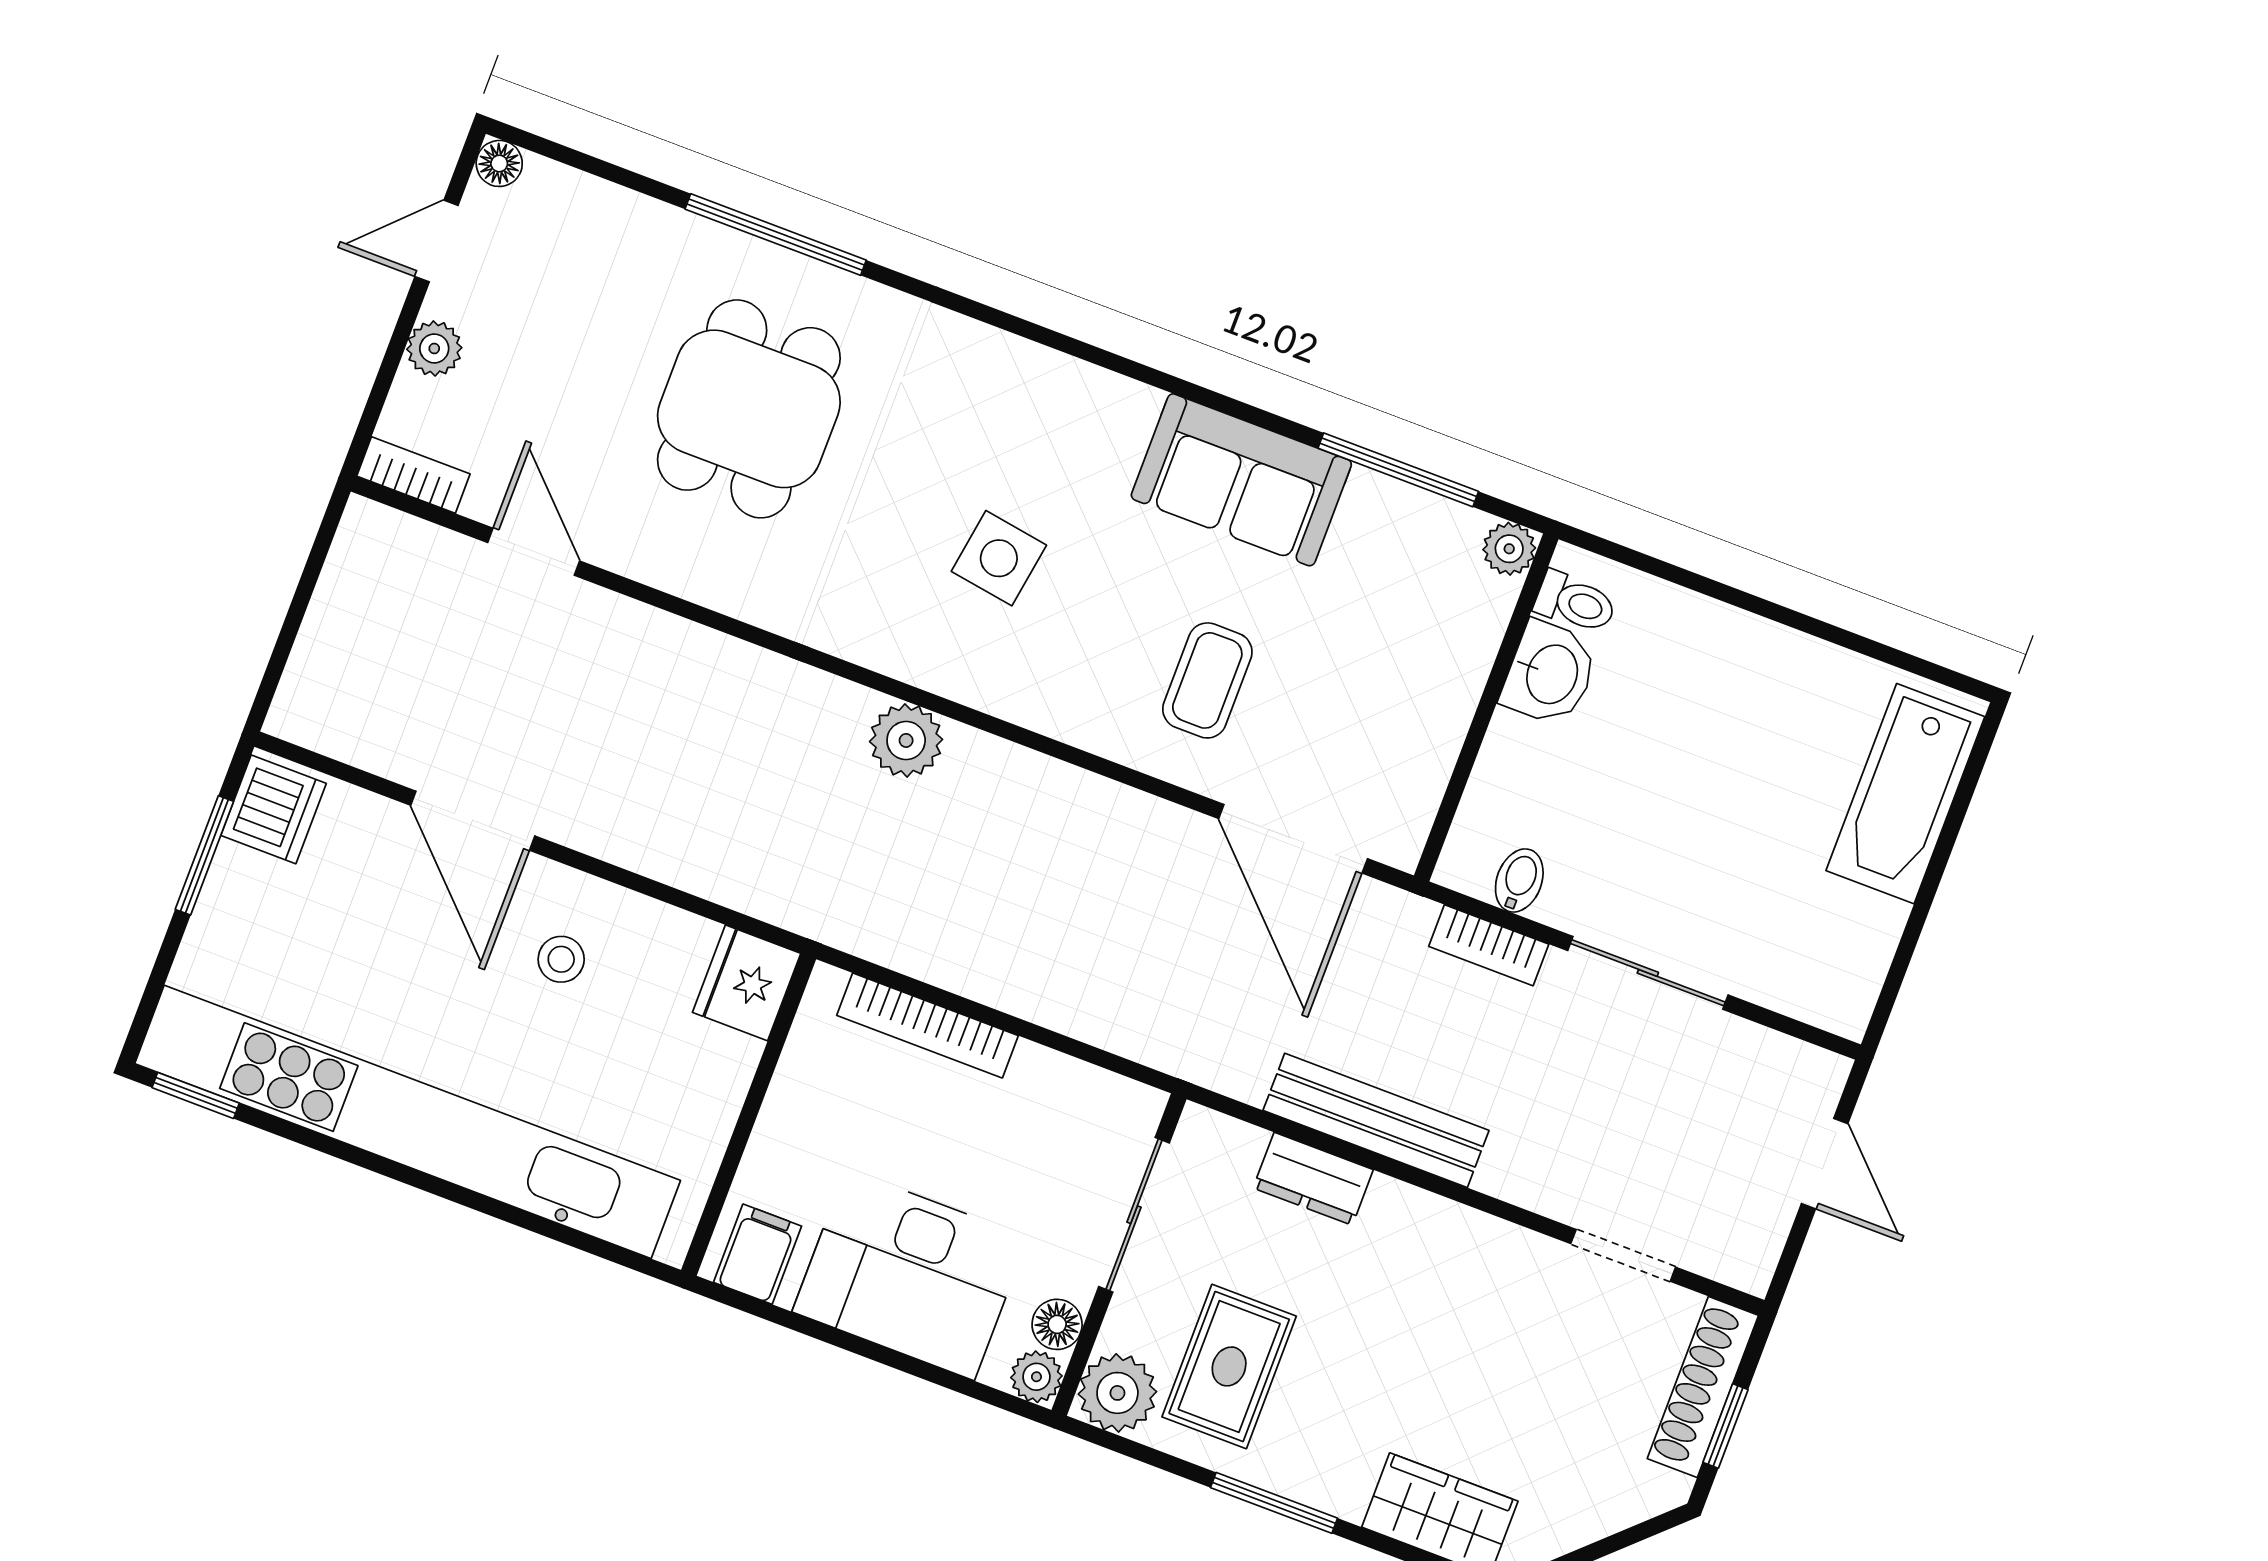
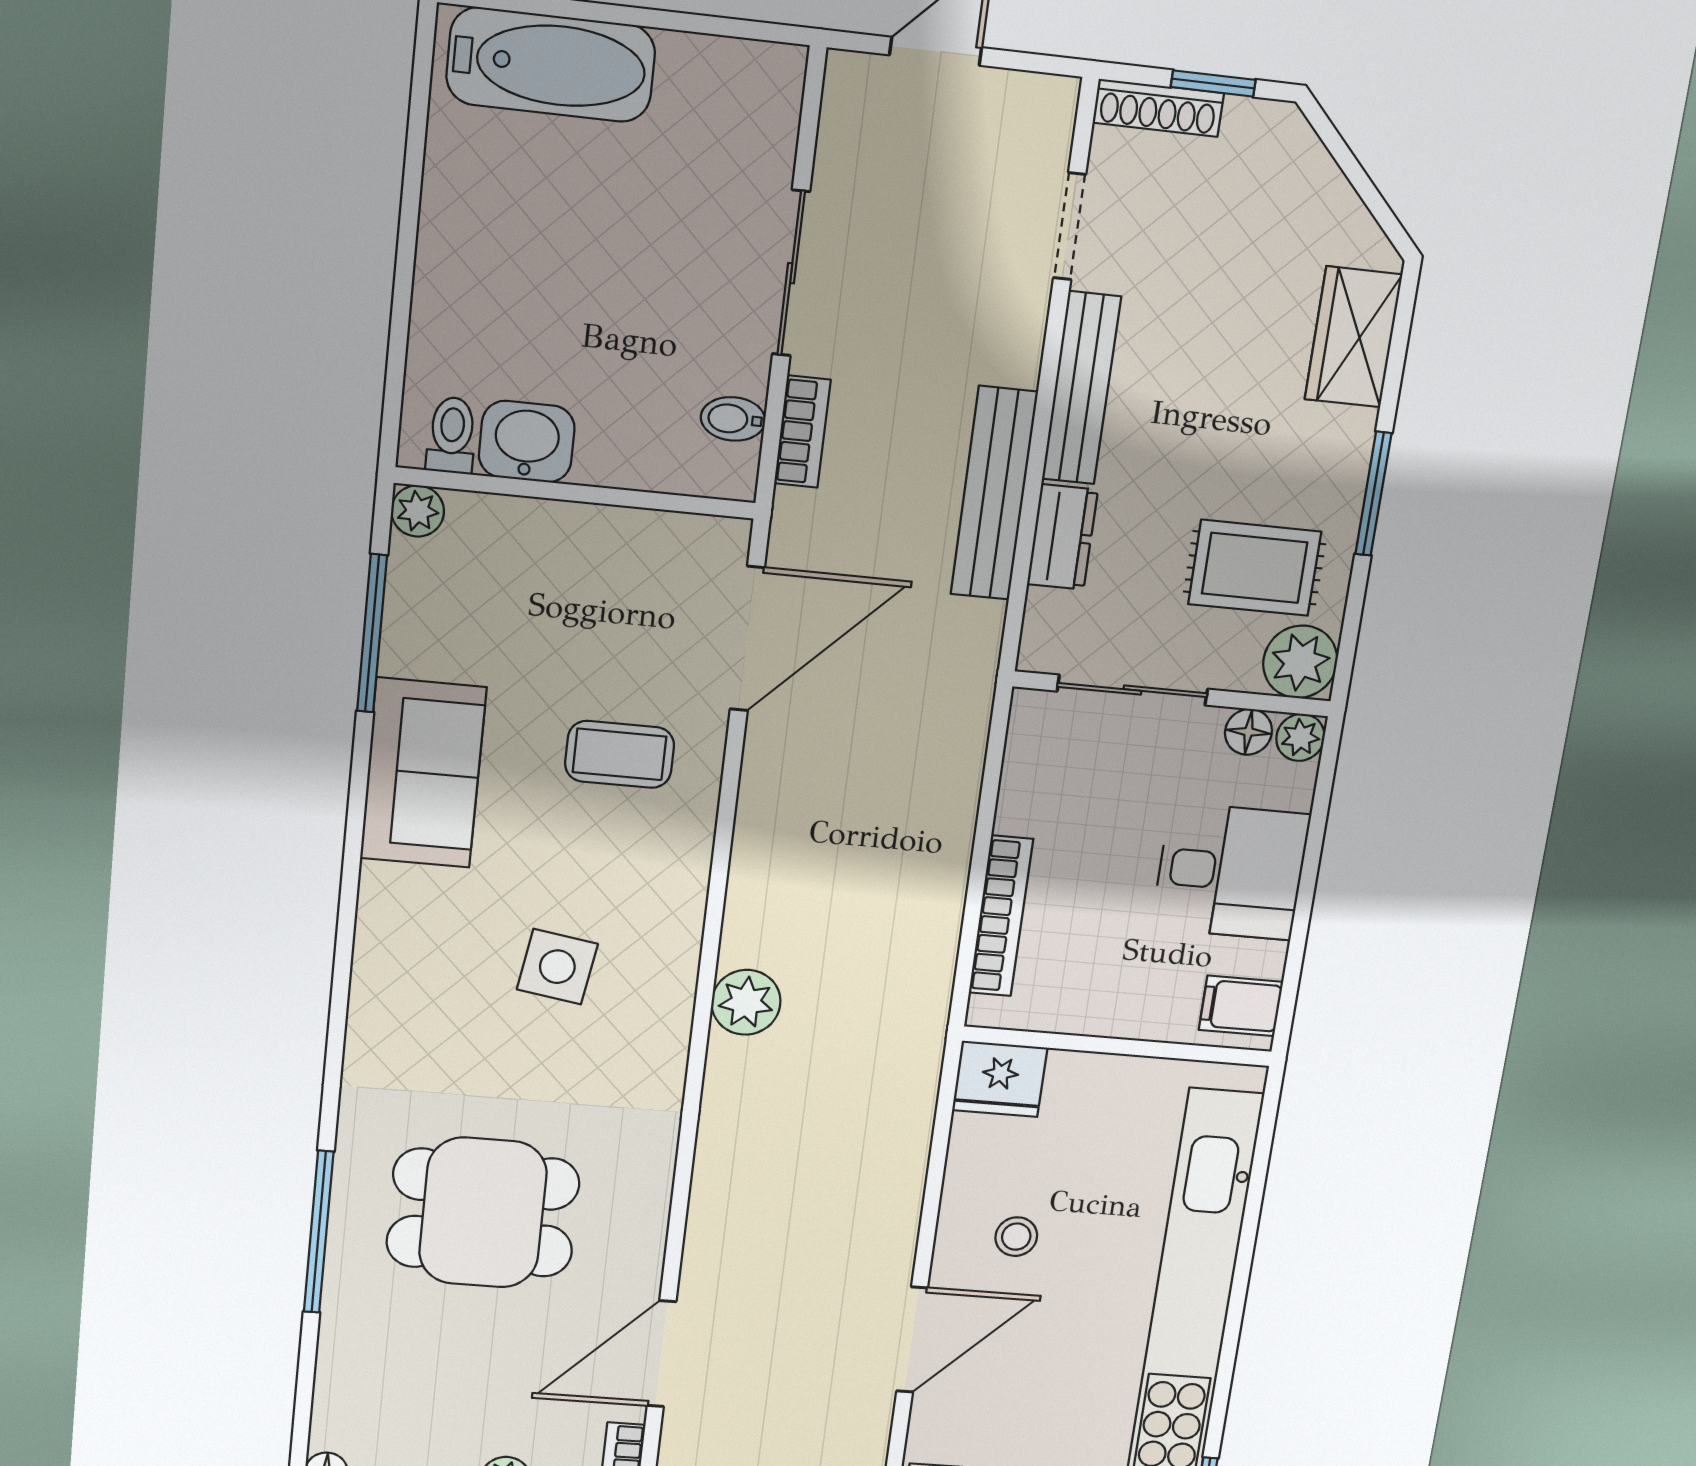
door: (534, 552) -> (662, 1354), width x1.38
bench: (1460, 1231) -> (1081, 388), added
desk: (910, 1275) -> (1231, 872), width x0.73
shoe rack: (1703, 1387) -> (1158, 108), width x0.74, depth x0.81

